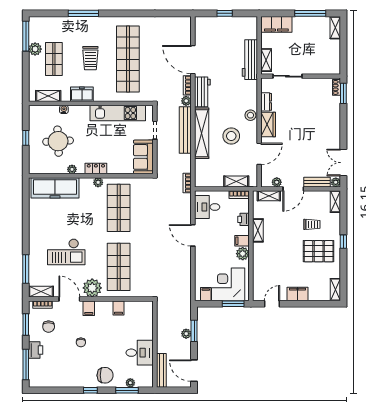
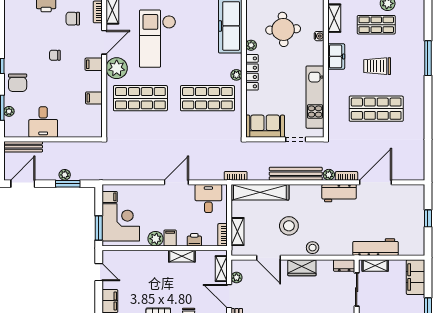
shop shelf: (128, 59) -> (376, 109), width x0.71
dresser: (266, 102) -> (344, 266), moved
shelving: (202, 133) -> (260, 192), moved
locker: (96, 169) -> (252, 72), width x1.53
checkout: (66, 252) -> (158, 39), width x1.36, depth x1.21

